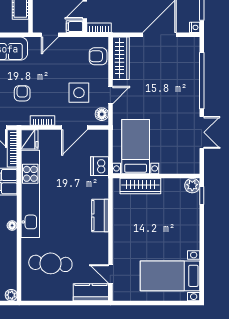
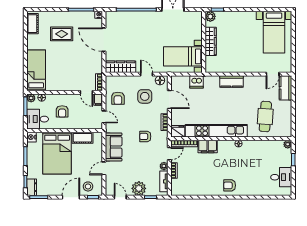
armchair: (98, 56) -> (118, 98), moved
wardrobe: (140, 186) -> (211, 41), moved

